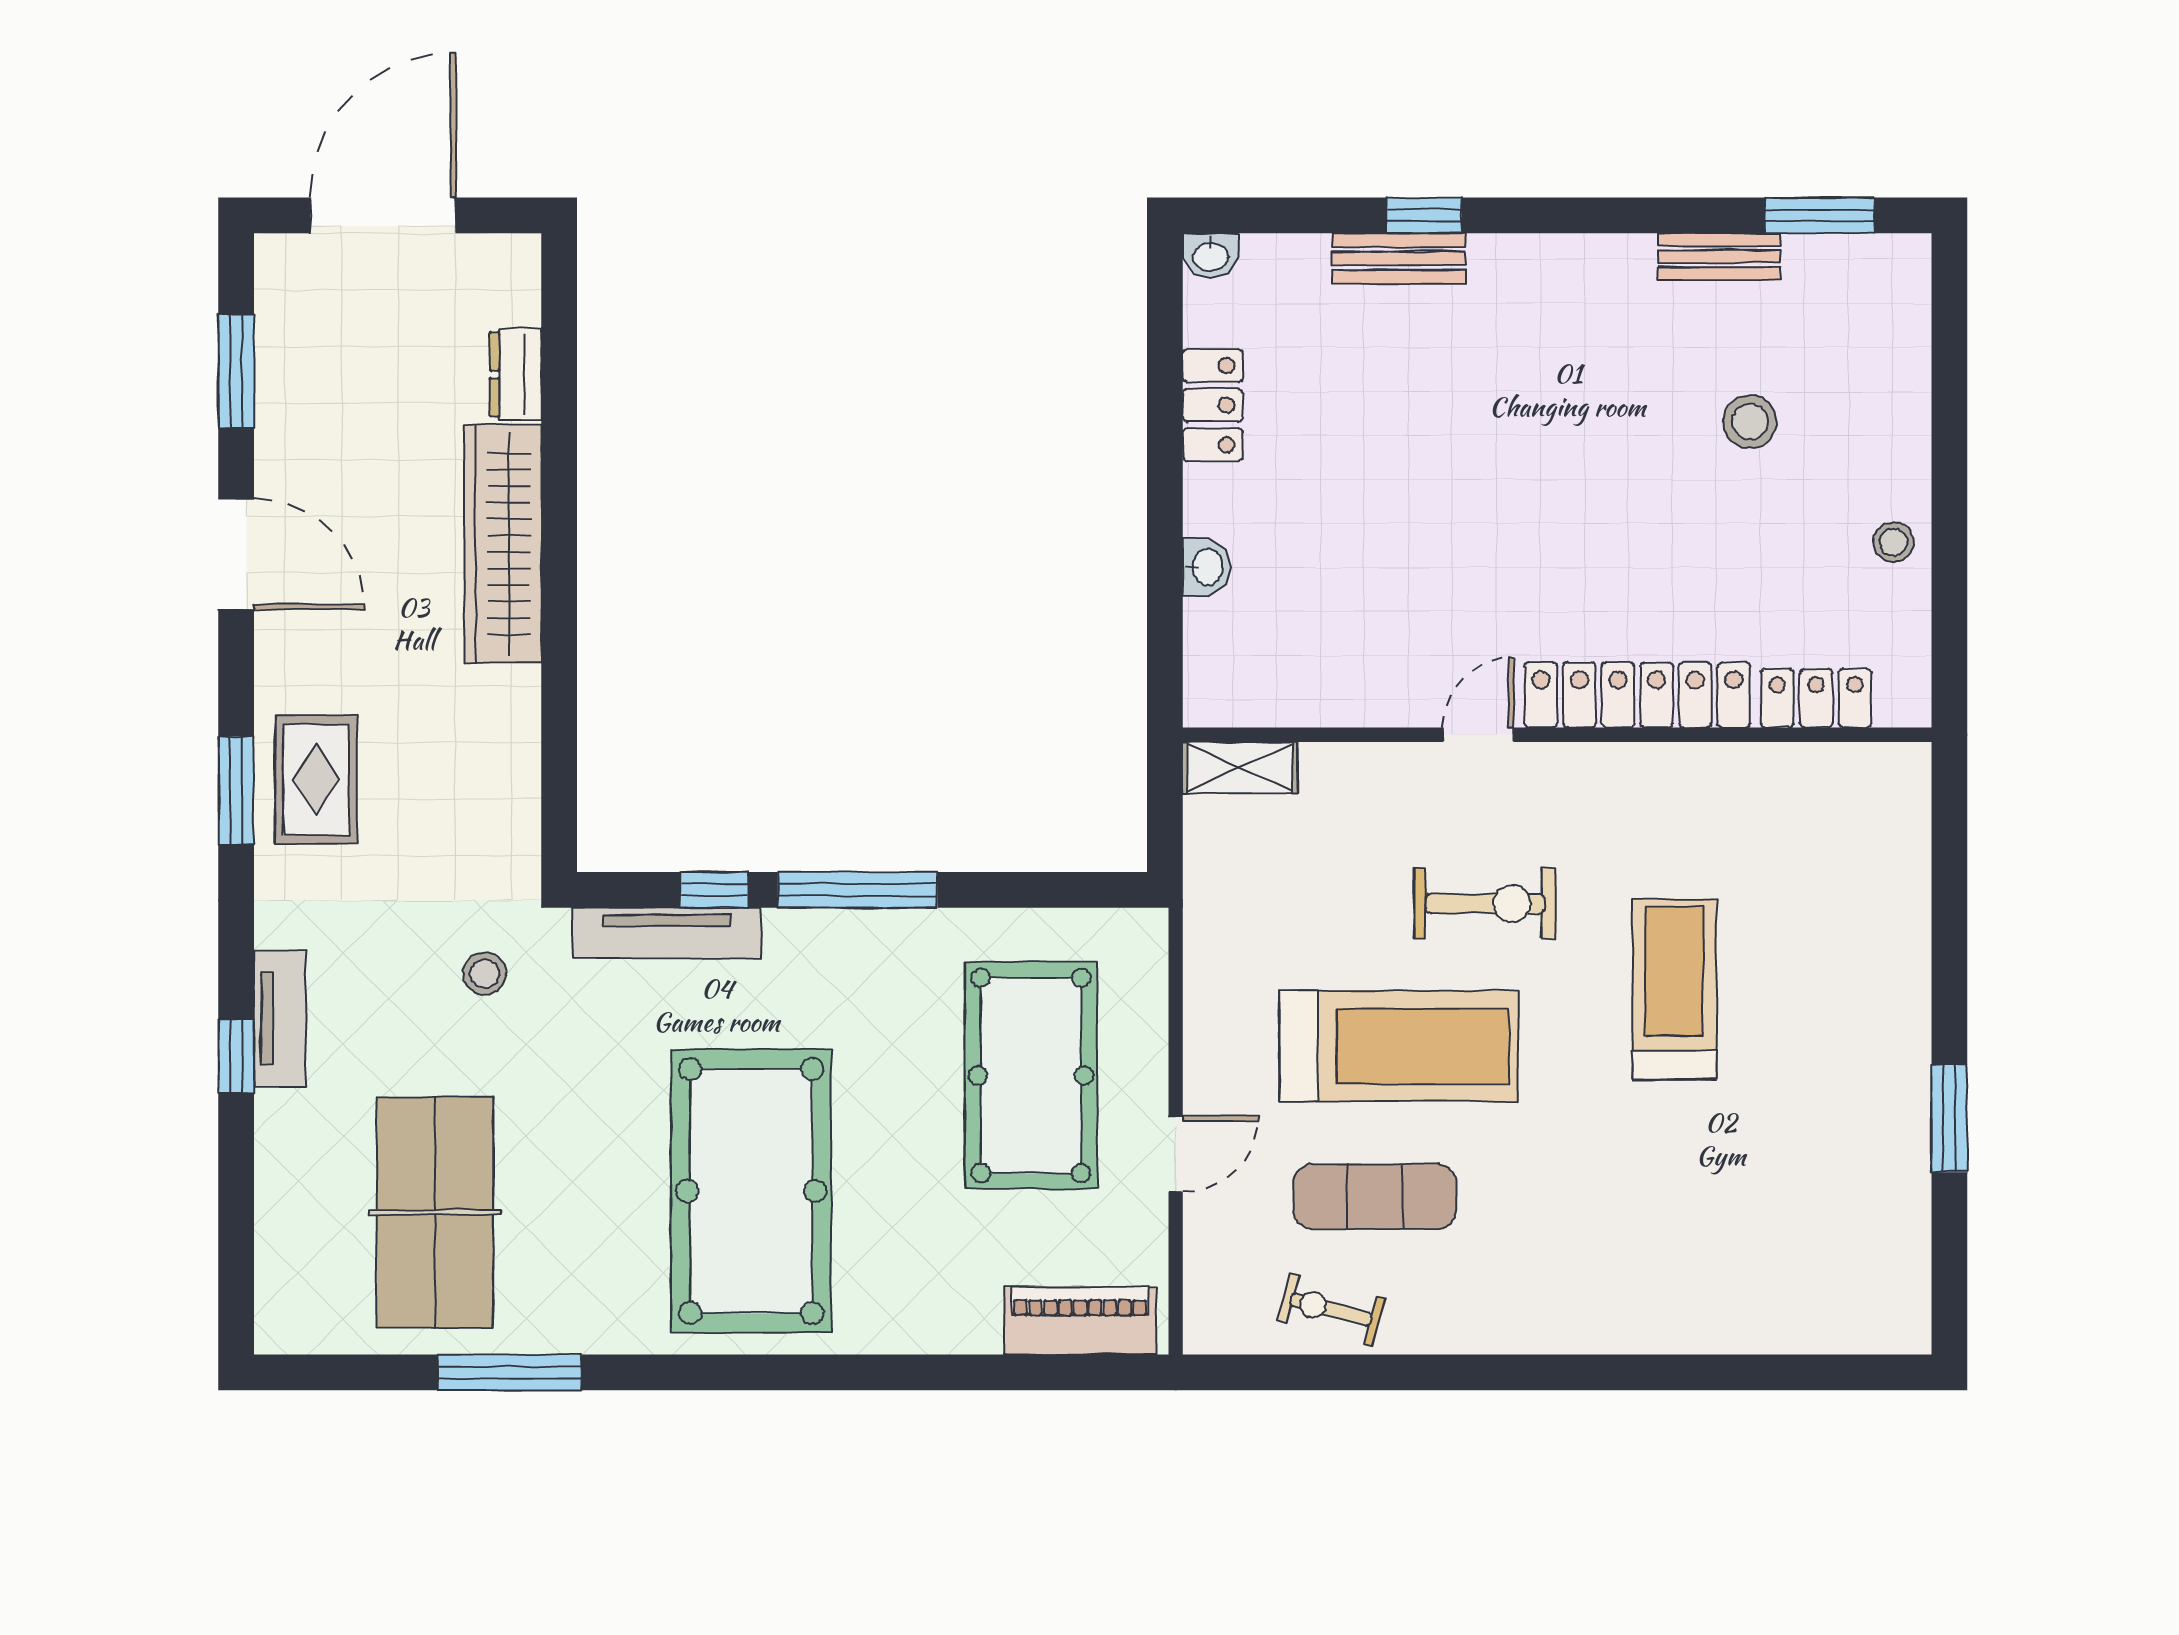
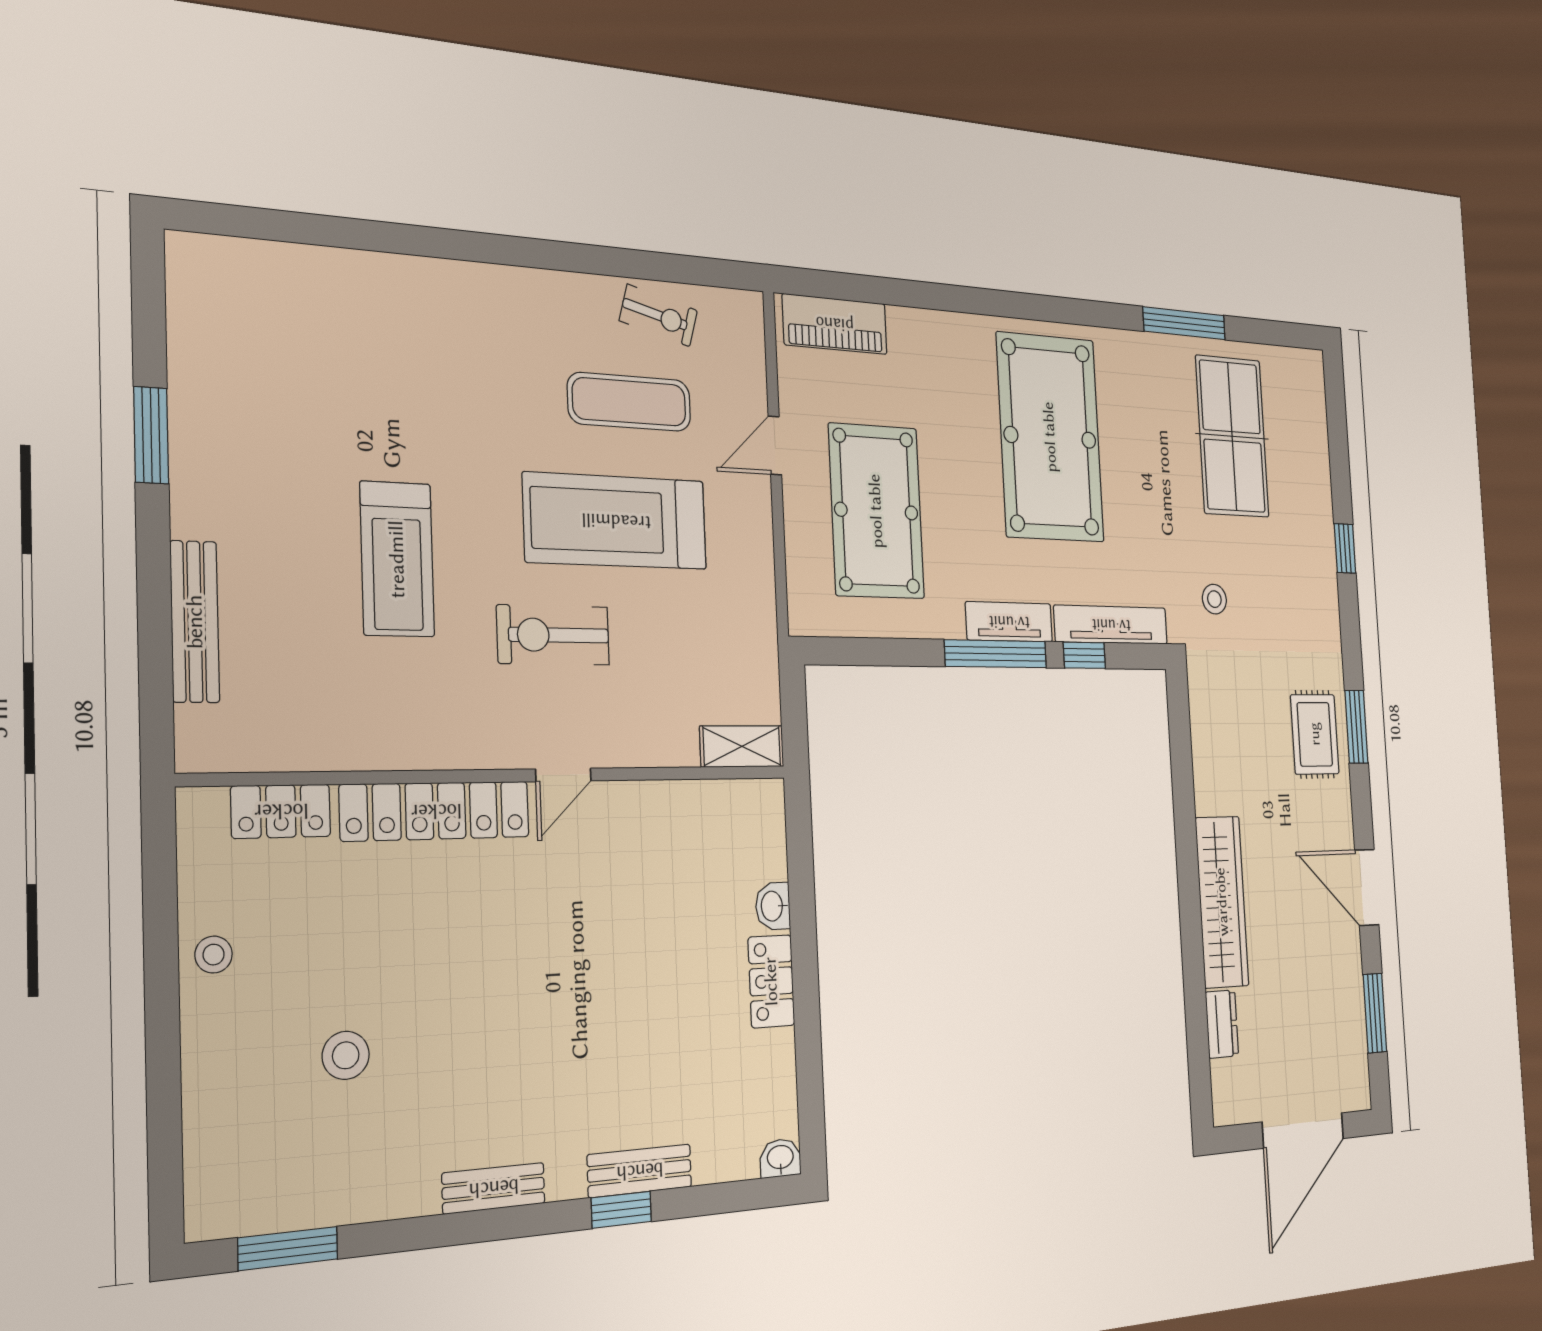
bench: (1719, 257) -> (494, 1188), moved
locker: (1213, 405) -> (771, 981), moved
bench: (1906, 911) -> (195, 622), added
tv unit: (280, 1019) -> (1009, 622), moved, turned 90

